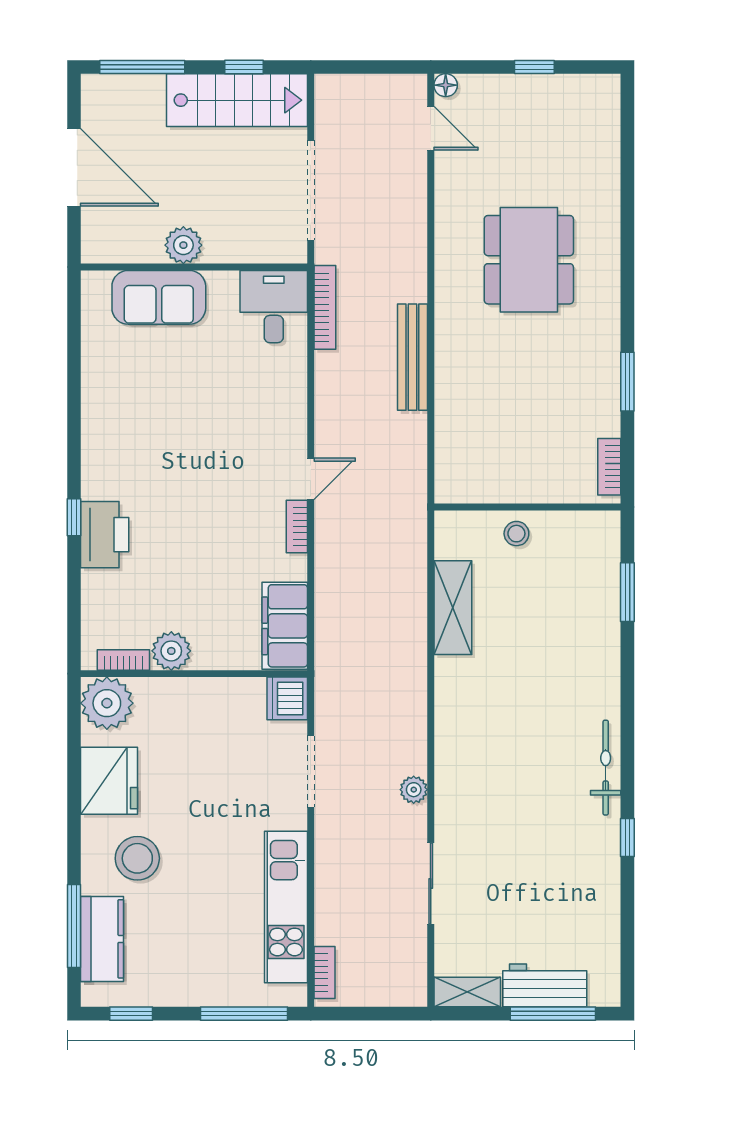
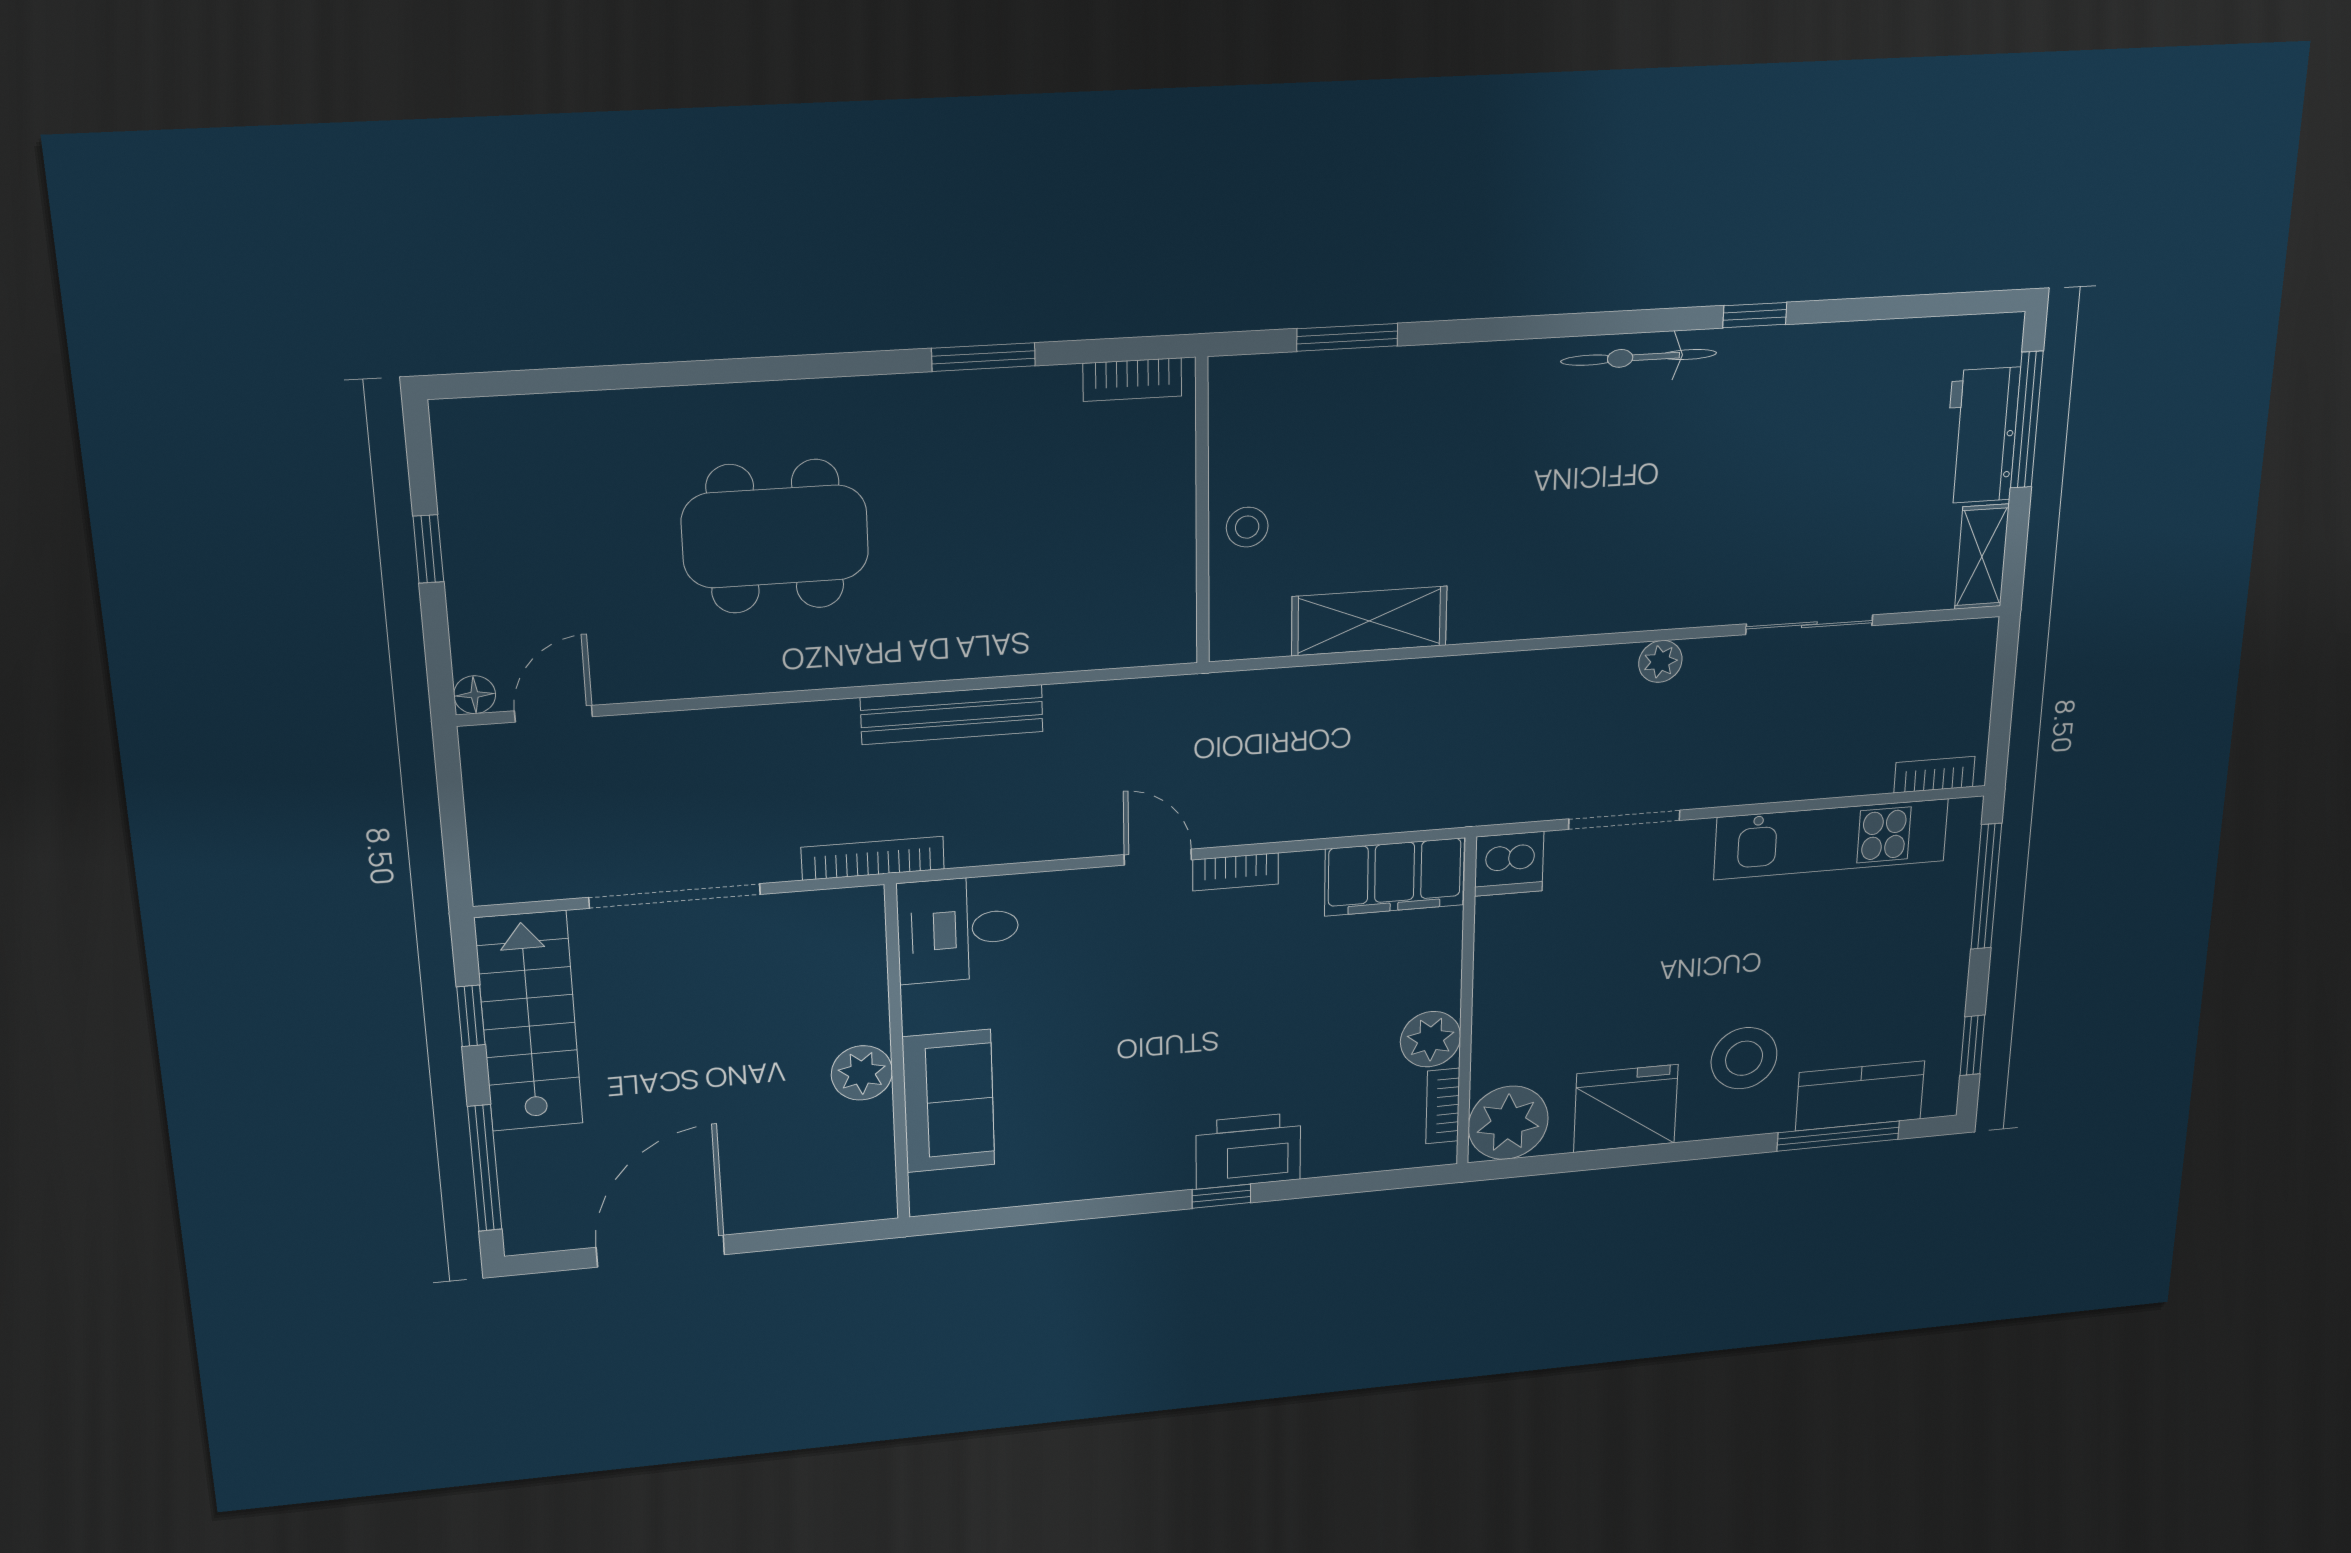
plant: (183, 245) -> (862, 1073), moved
wall: (194, 267) -> (897, 1054), moved
sofa: (159, 297) -> (949, 1101), moved
desk: (274, 307) -> (958, 930), moved

